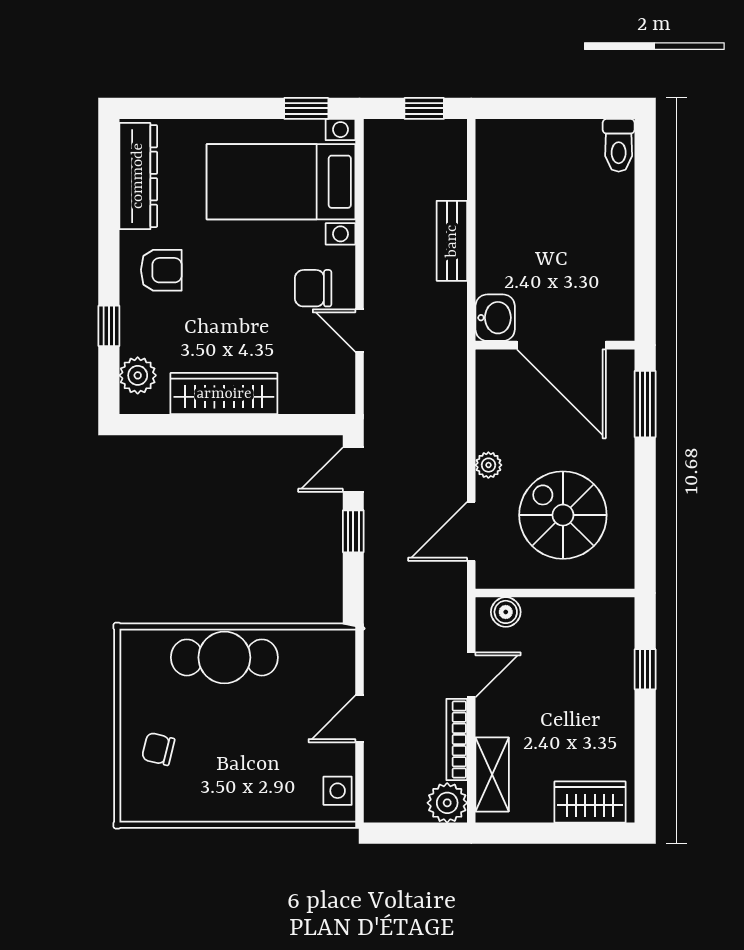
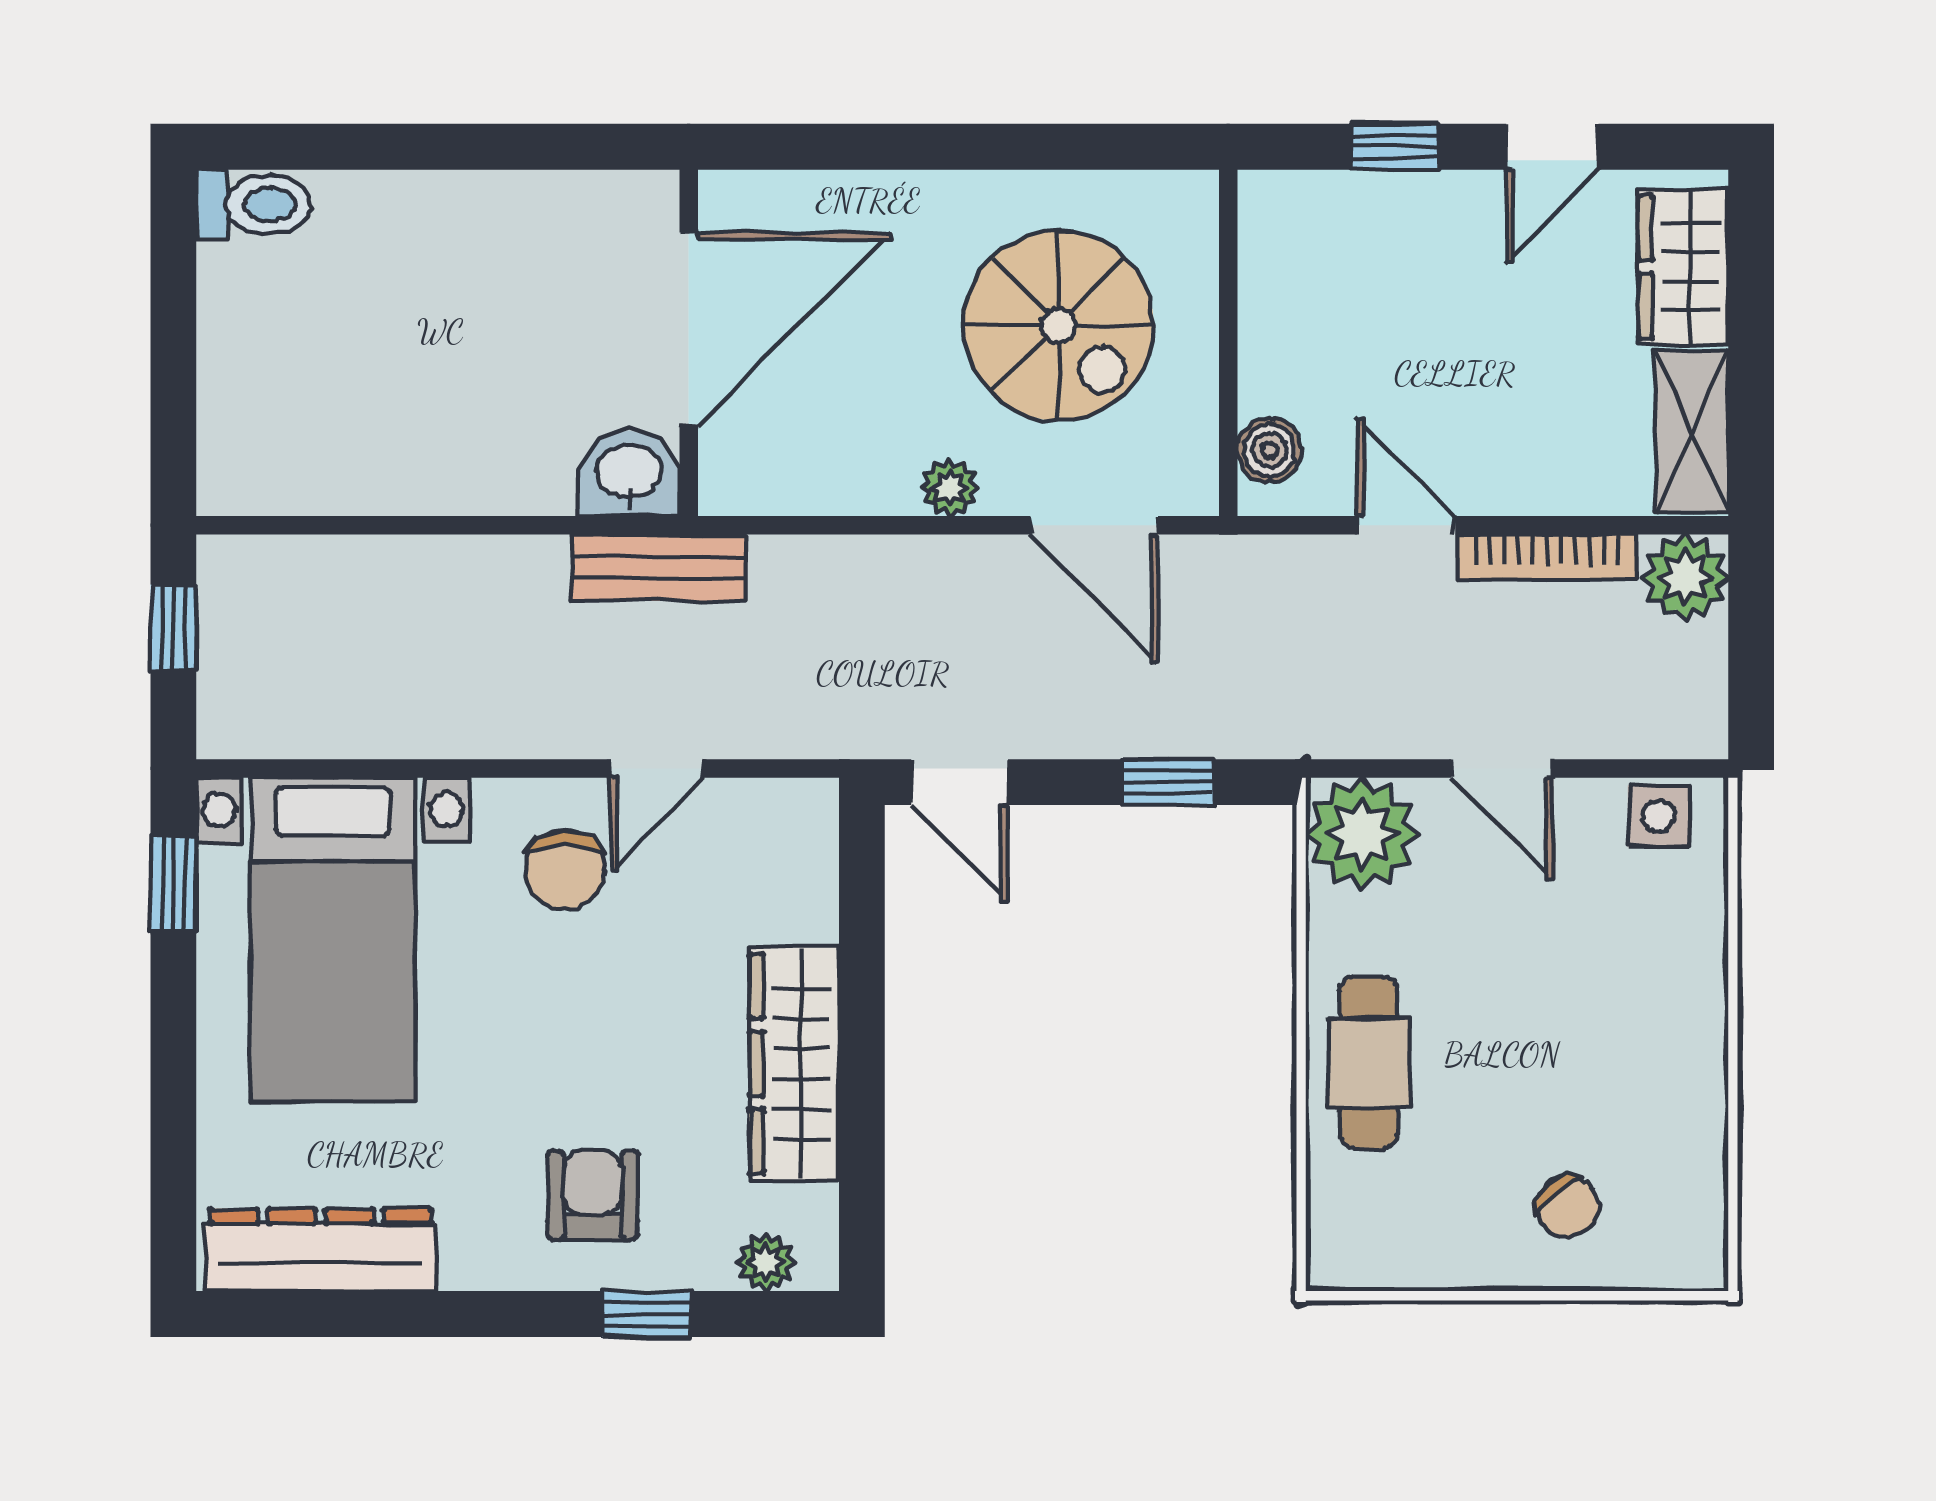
bench: (452, 241) -> (658, 568), moved
armchair: (161, 270) -> (593, 1195), moved
plant: (138, 375) -> (765, 1262), width x0.73, depth x0.73
window: (645, 404) -> (817, 147), removed
spiral stairs: (563, 515) -> (1059, 326), turned -90
window: (353, 531) -> (1168, 782), moved
plant: (329, 655) -> (1362, 834), added
cafe table: (224, 657) -> (1369, 1063), width x0.73, depth x0.74
door: (645, 742) -> (1552, 147), added
chair: (158, 749) -> (1568, 1207), turned -54
shelving: (492, 774) -> (1692, 431), moved, turned 90

